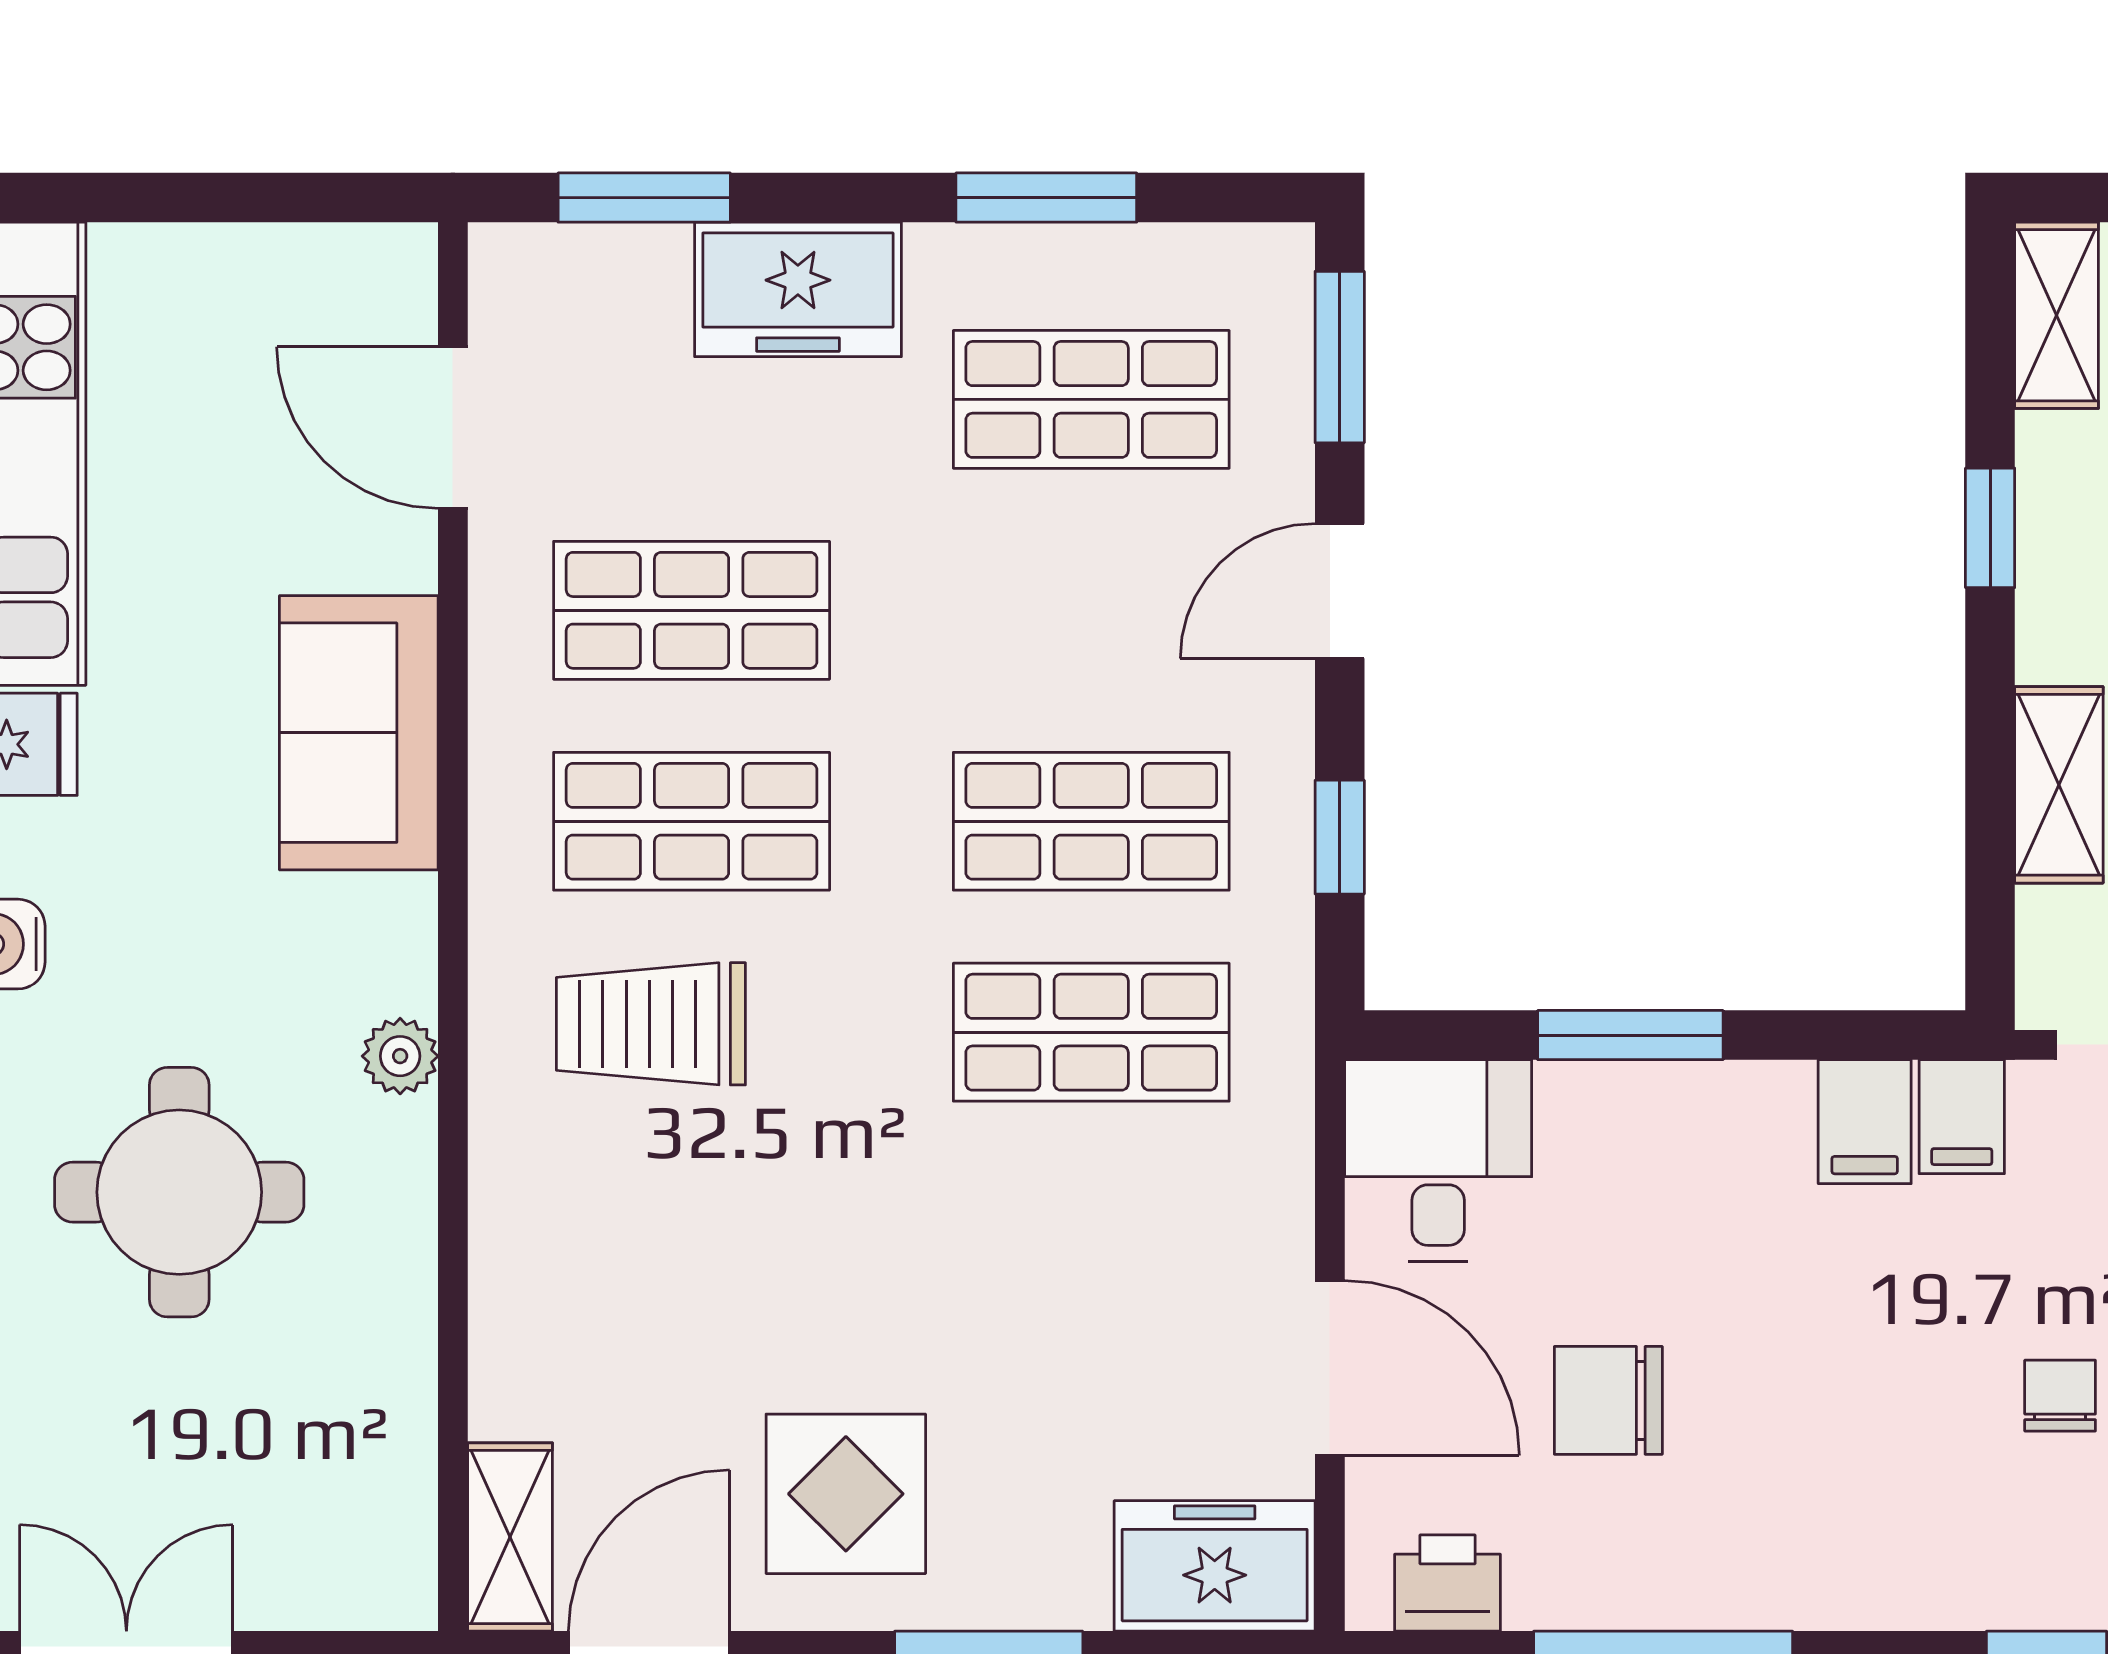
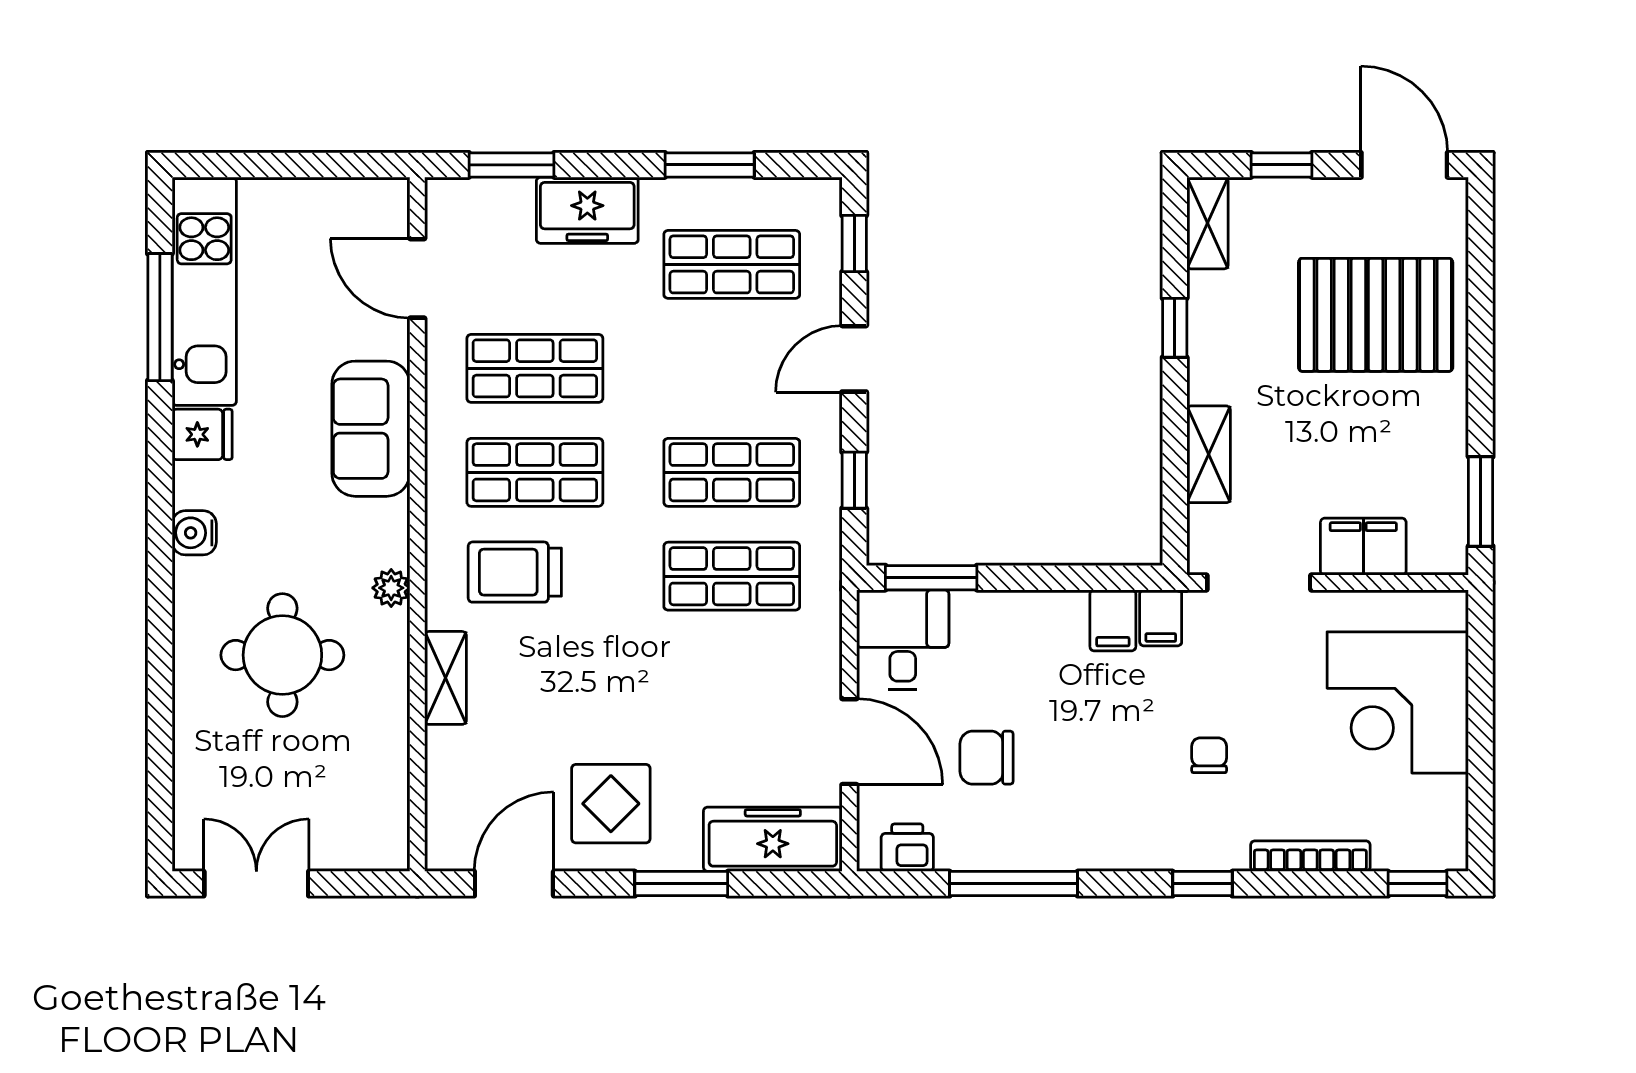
window: (1340, 357) -> (854, 244), width x0.67
window: (1630, 1035) -> (931, 578), moved
shelving: (510, 1537) -> (445, 678), moved
freezer: (1215, 1566) -> (773, 839), width x1.40

